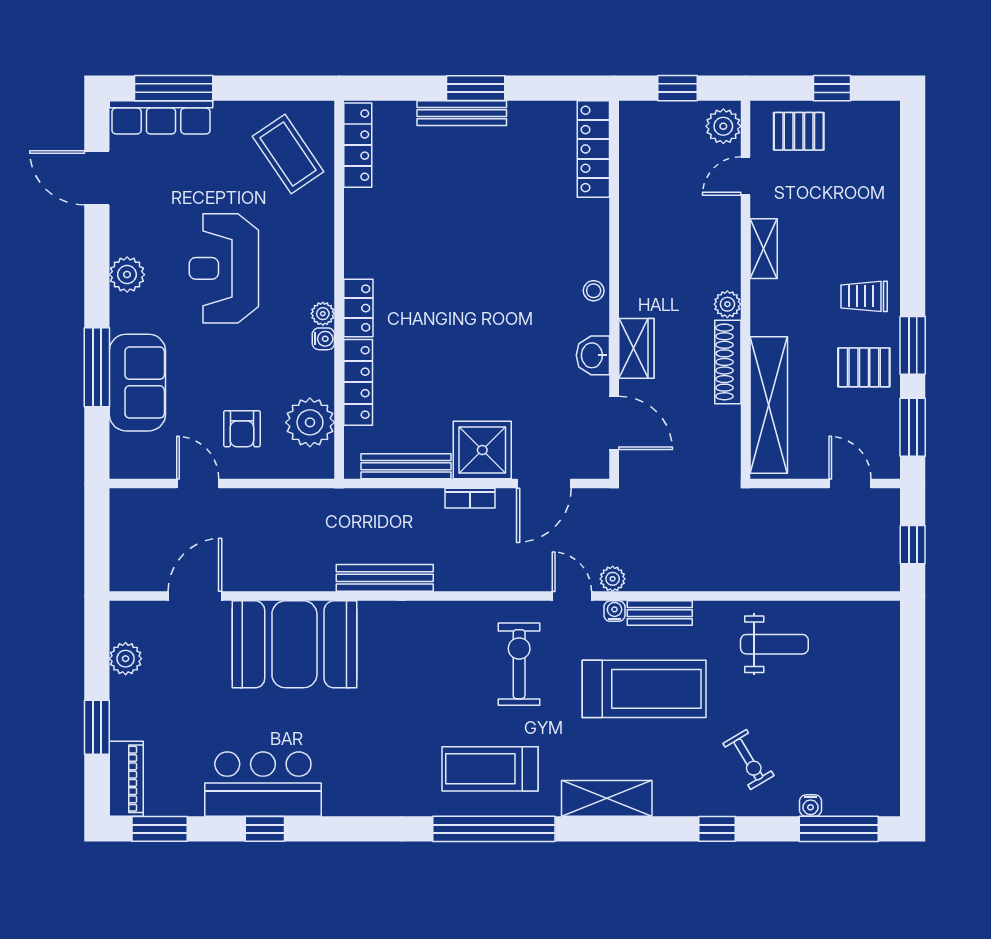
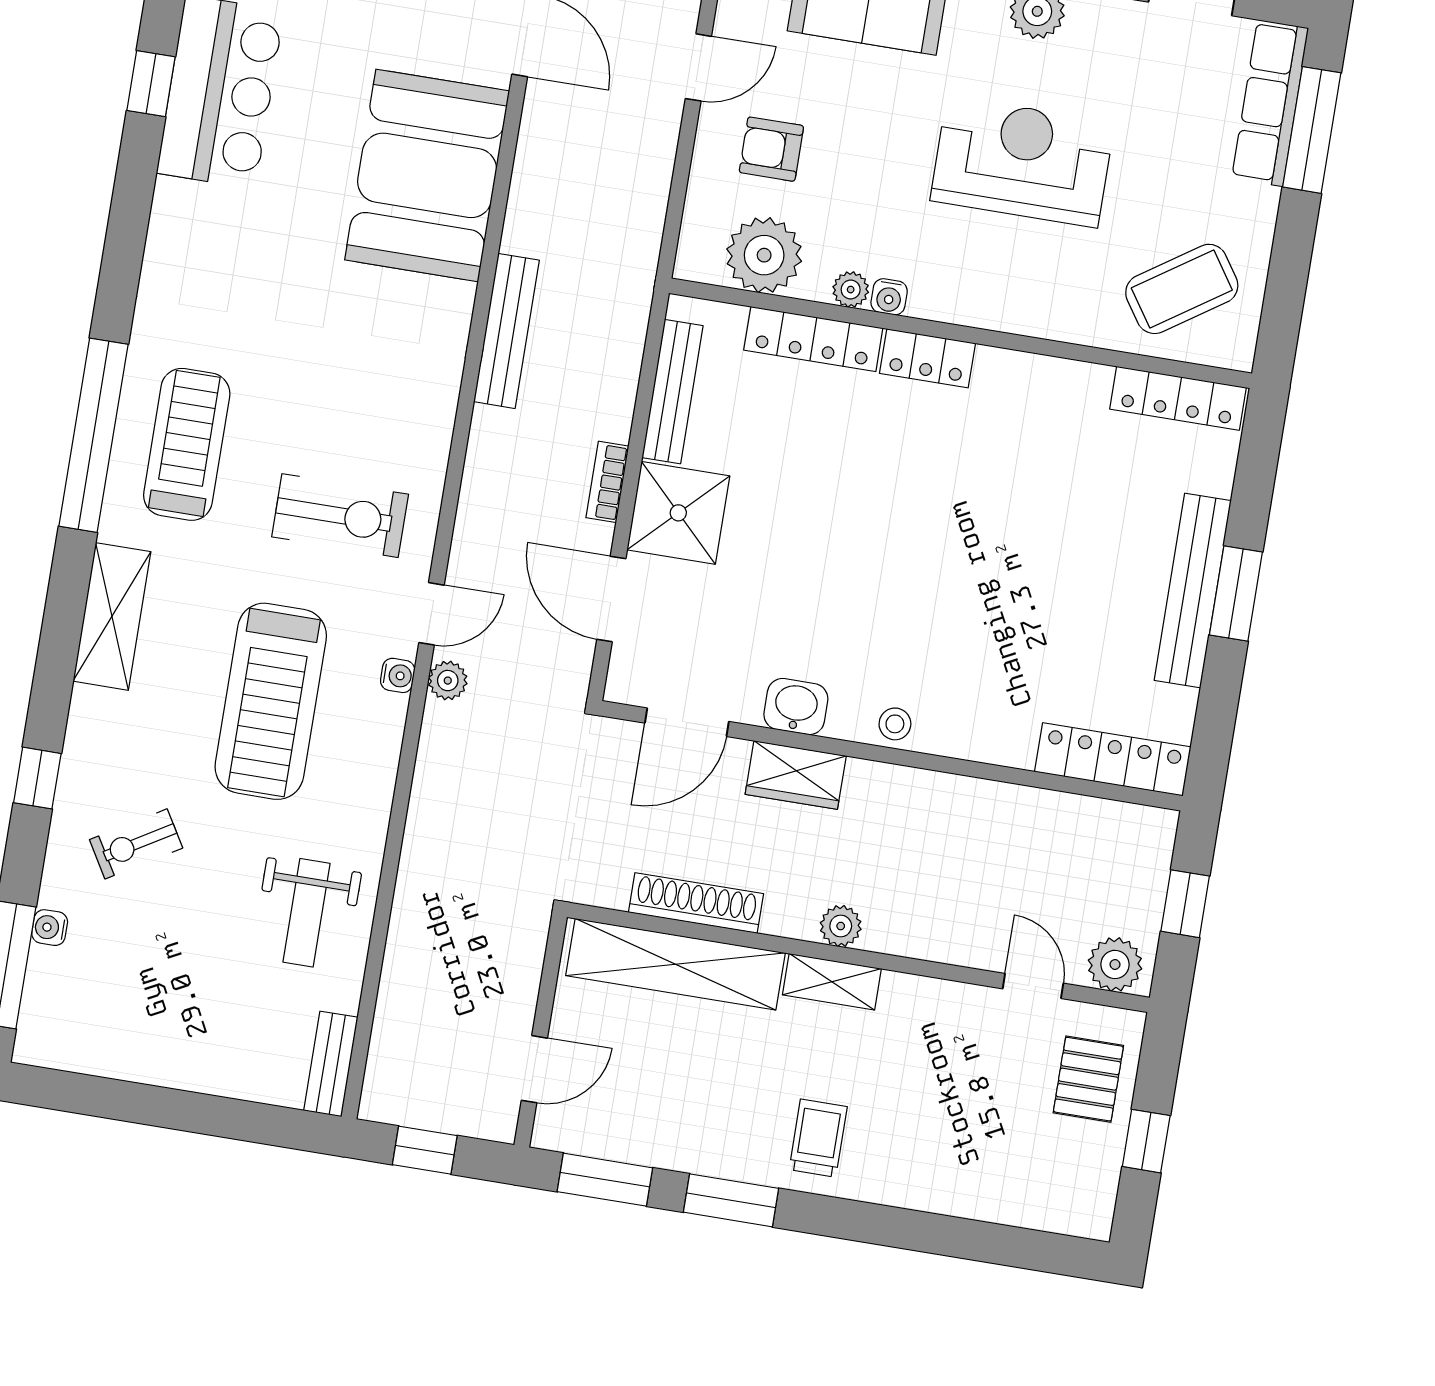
bench: (462, 113) -> (1193, 591), width x1.37, depth x1.21
shelving: (764, 249) -> (832, 982), moved
plant: (323, 314) -> (851, 290), moved
shoe rack: (728, 362) -> (696, 903), moved
pallet: (864, 367) -> (709, 1120), removed
bench: (660, 613) -> (331, 1064), moved

